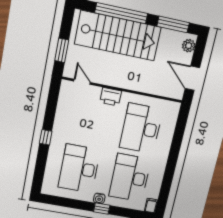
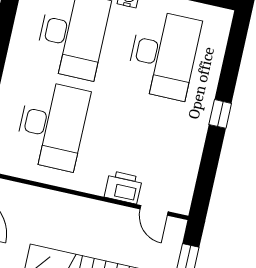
printer: (111, 97) -> (123, 187), moved

